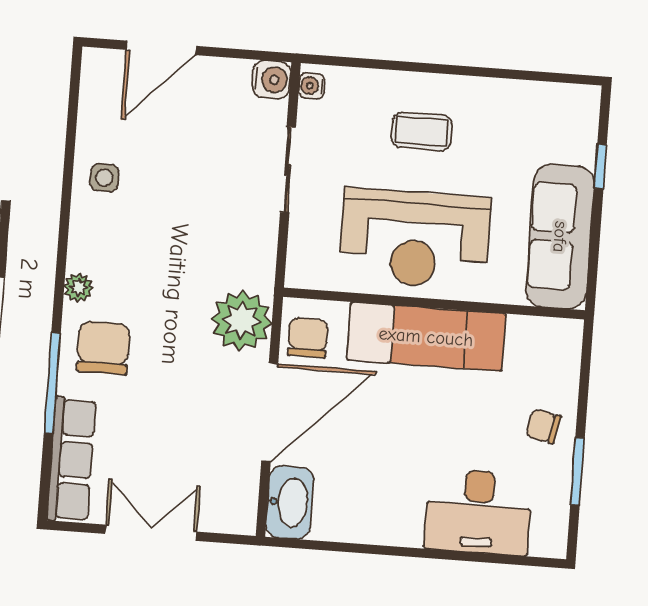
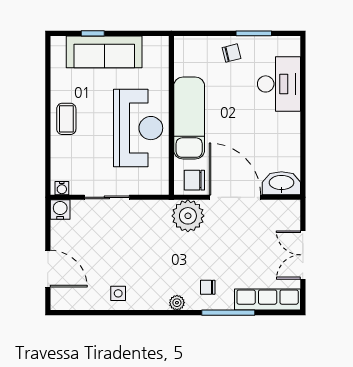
coffee table: (422, 131) -> (66, 119), moved
sofa: (560, 237) -> (104, 52), moved
chair: (103, 348) -> (208, 287), width x0.54, depth x0.54
chair: (543, 426) -> (232, 53), turned -115

